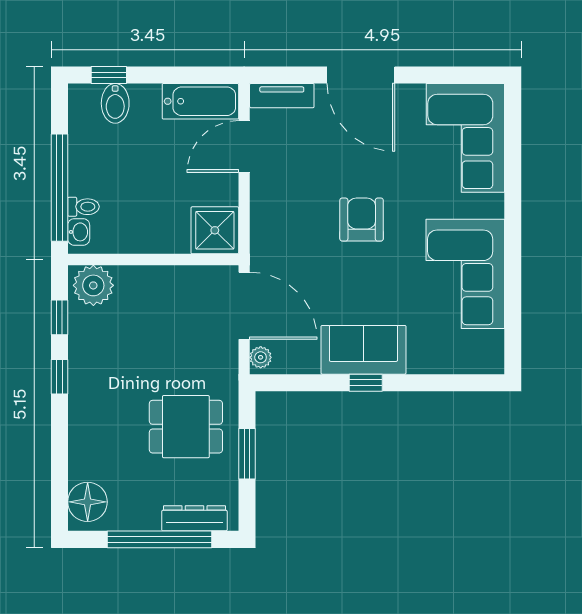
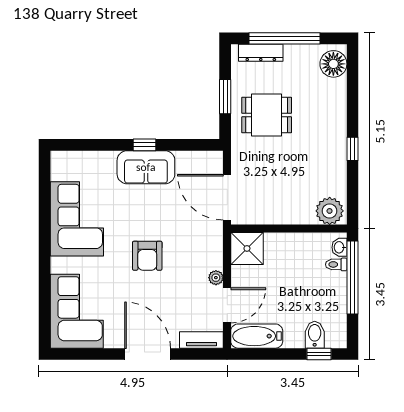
window: (59, 317) -> (353, 189), removed
plant: (261, 357) -> (216, 278), moved

